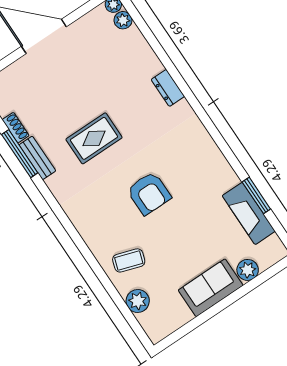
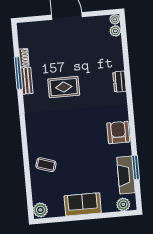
armchair: (149, 193) -> (118, 132), moved, turned 180
plant: (248, 270) -> (123, 204), moved
plant: (138, 301) -> (40, 210), moved

